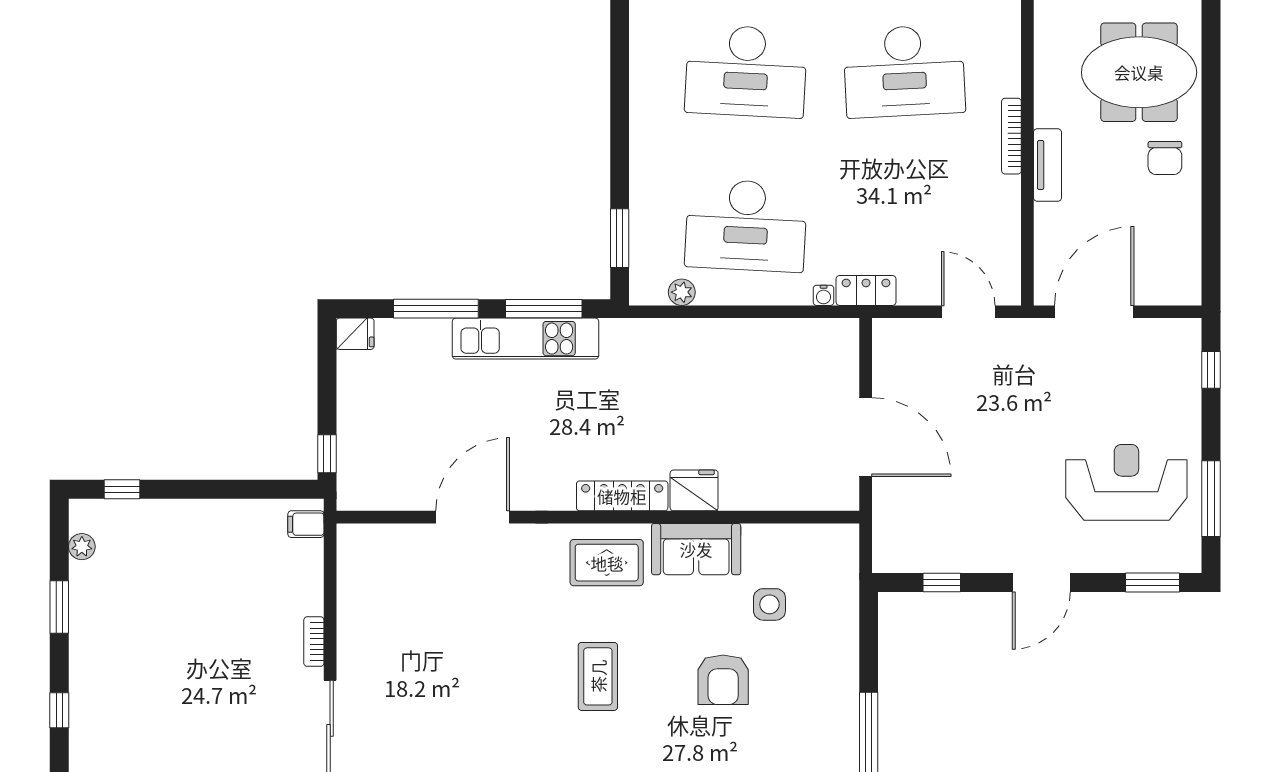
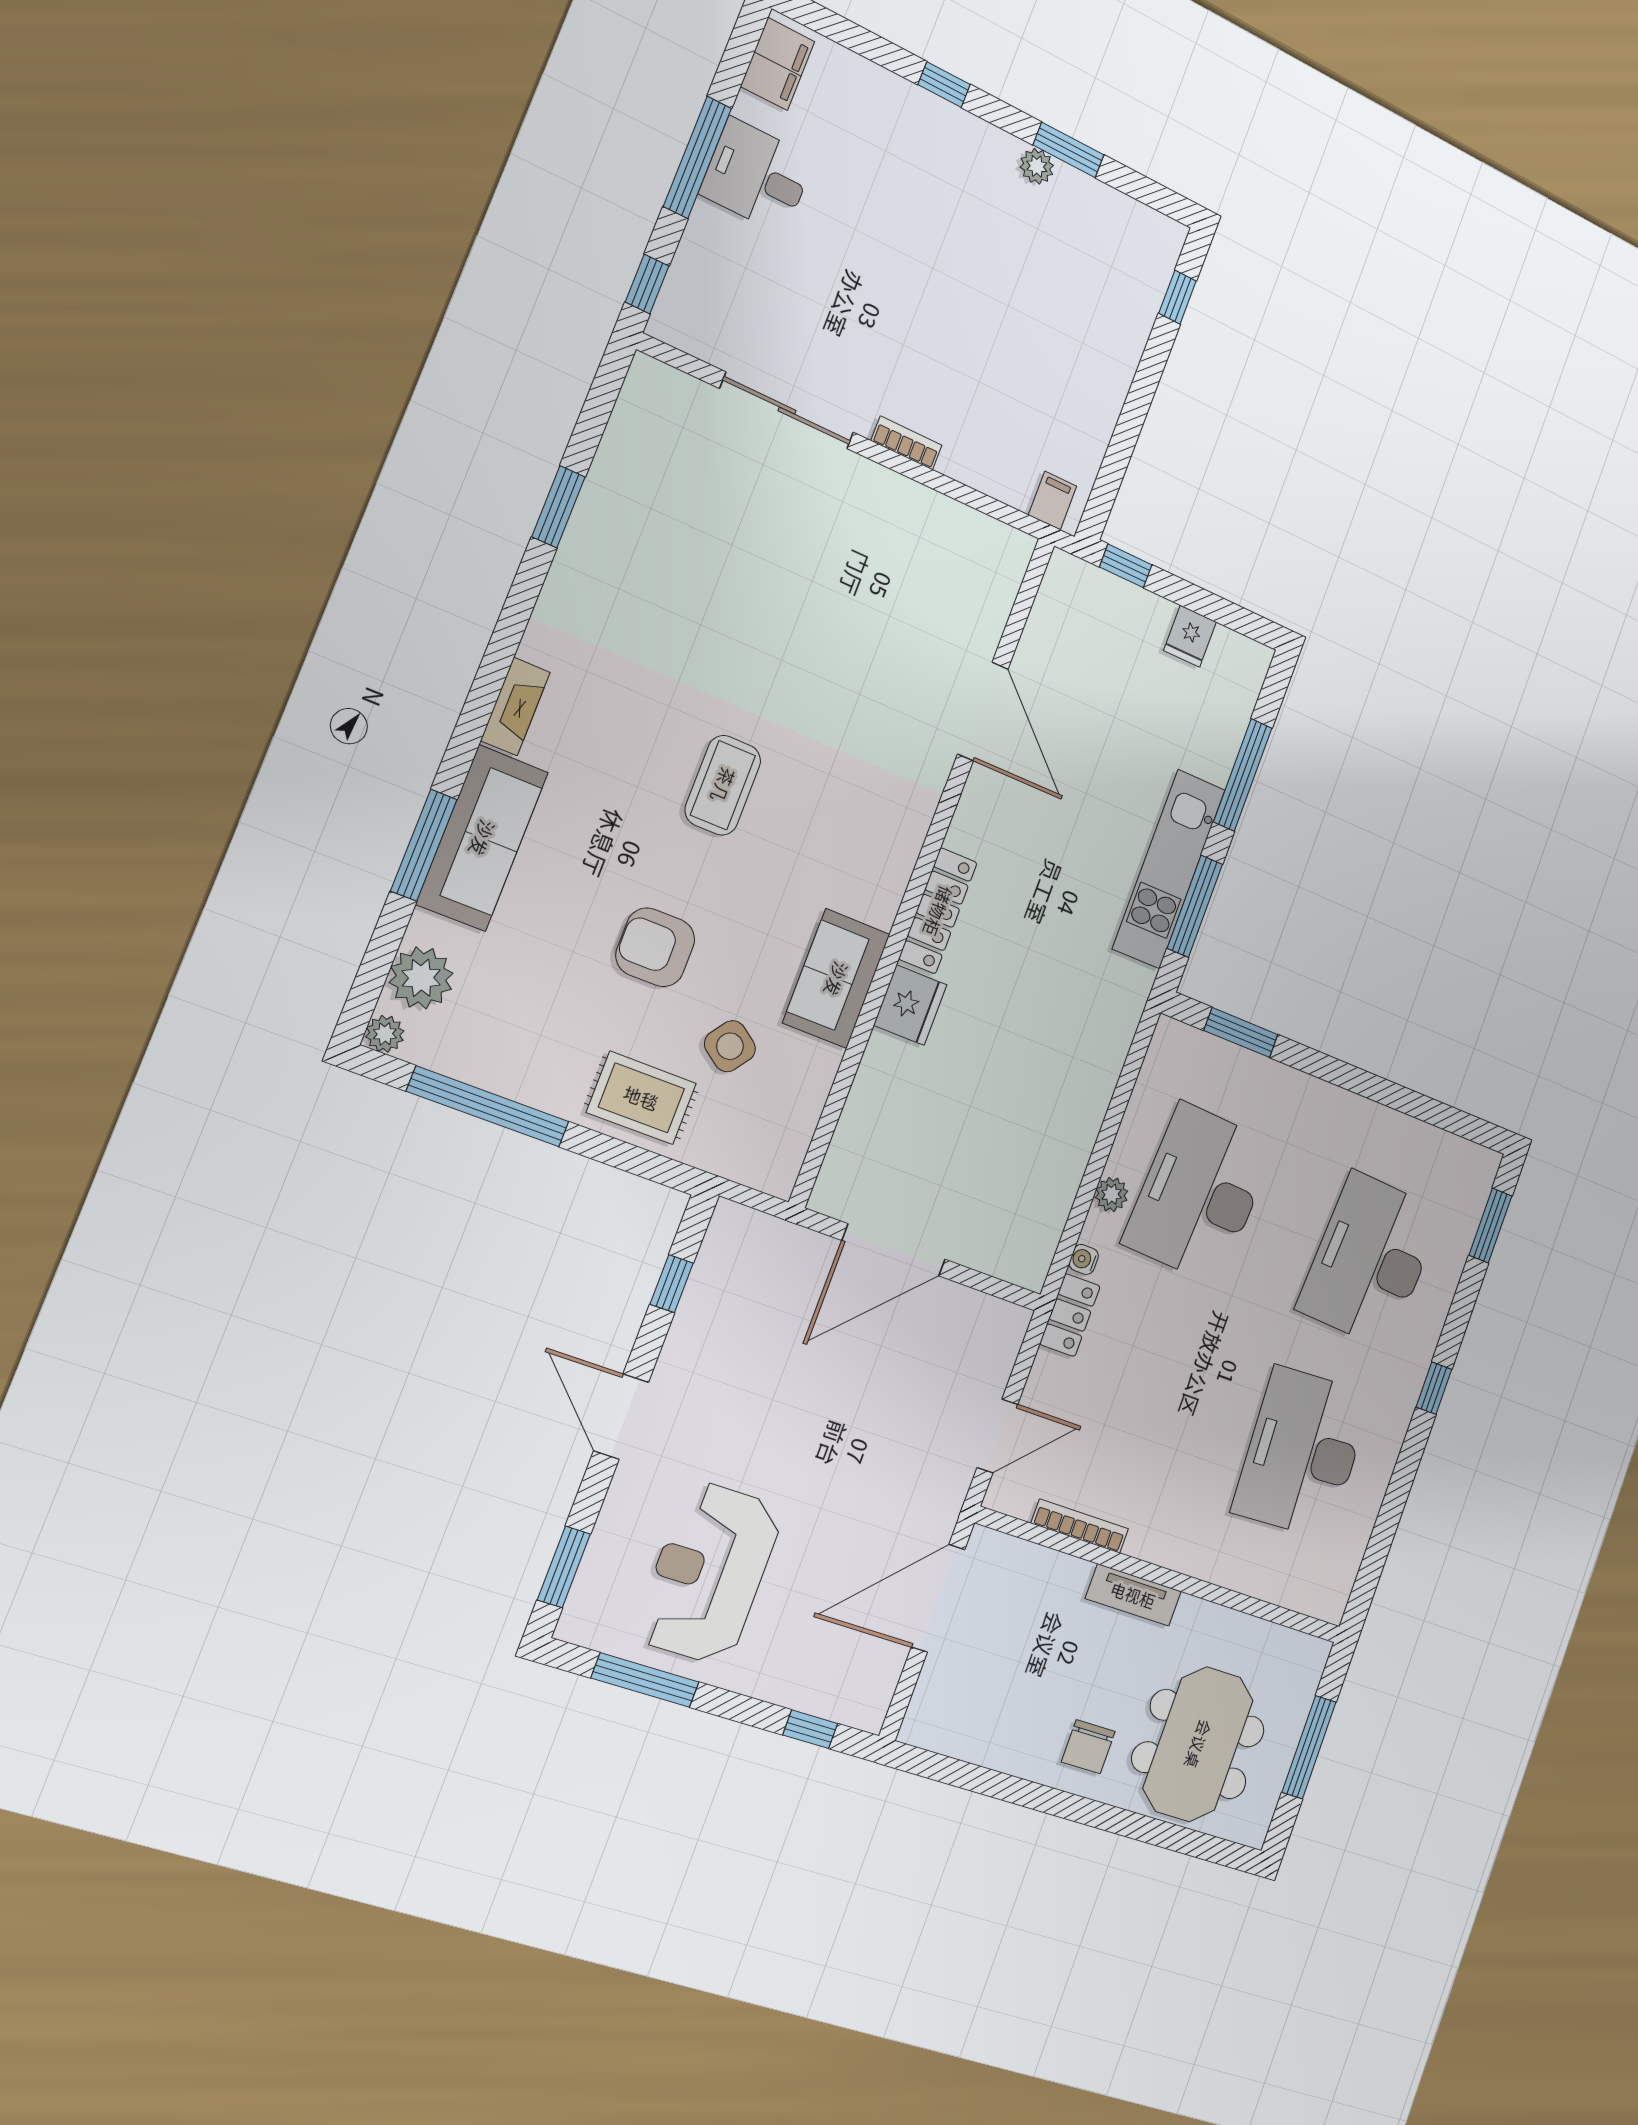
bookcase: (1011, 136) -> (1080, 1526), moved
chair: (1165, 158) -> (1088, 1747), turned -90
plant: (682, 292) -> (1112, 1194), moved
door: (1094, 312) -> (938, 1598), swing flipped
fridge: (355, 334) -> (1190, 636), moved
reception desk: (1126, 482) -> (709, 1573), turned 180
plant: (82, 547) -> (1037, 166), moved
rug: (607, 563) -> (641, 1098), moved, turned 90
side table: (769, 604) -> (730, 1046), turned 36
coffee table: (598, 676) -> (723, 785), turned 90

